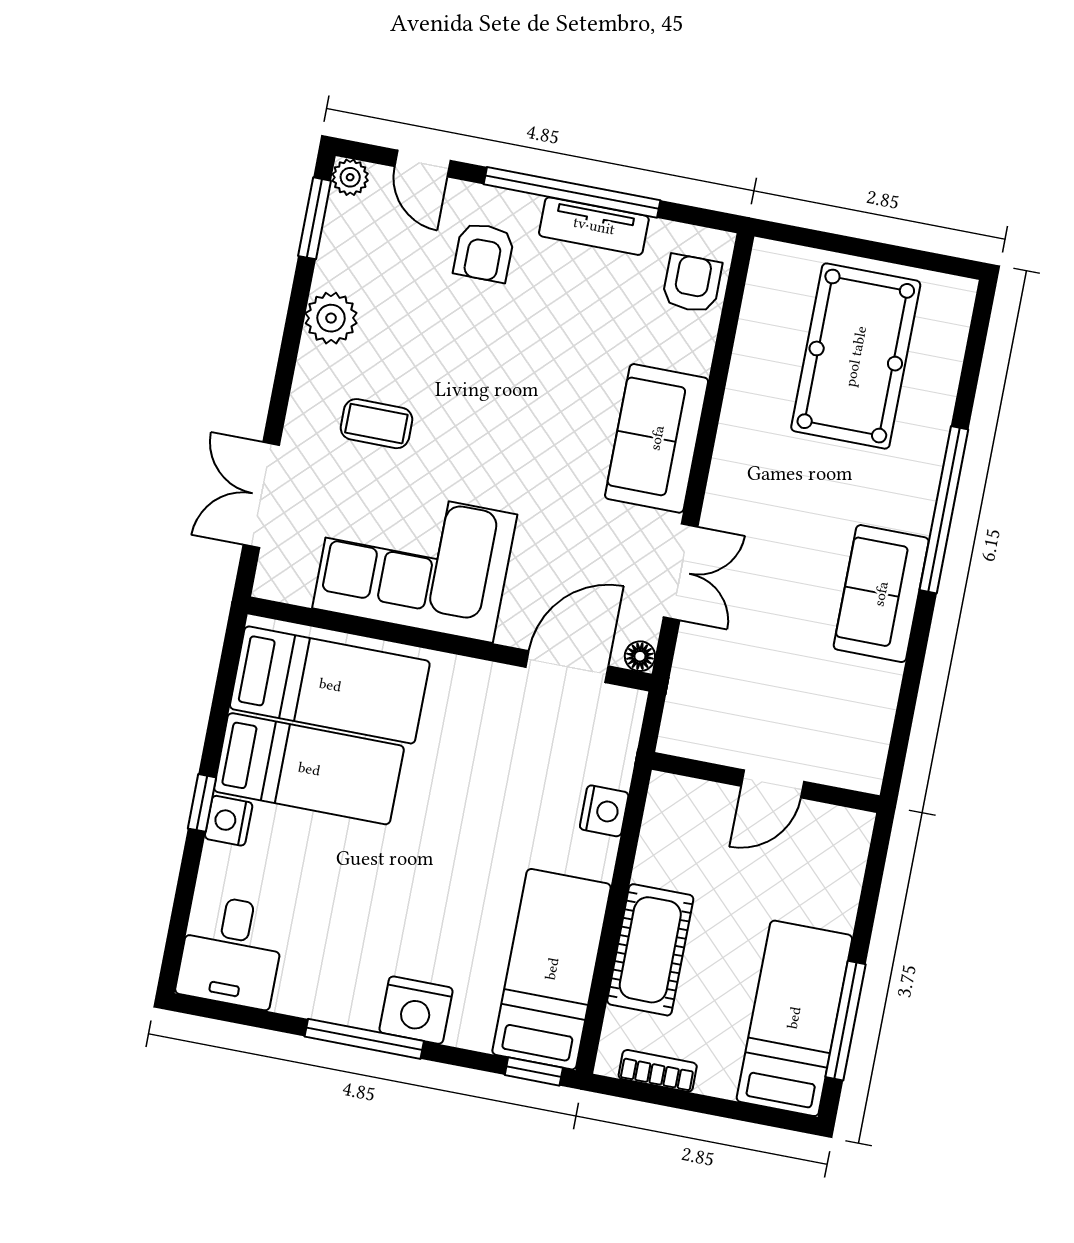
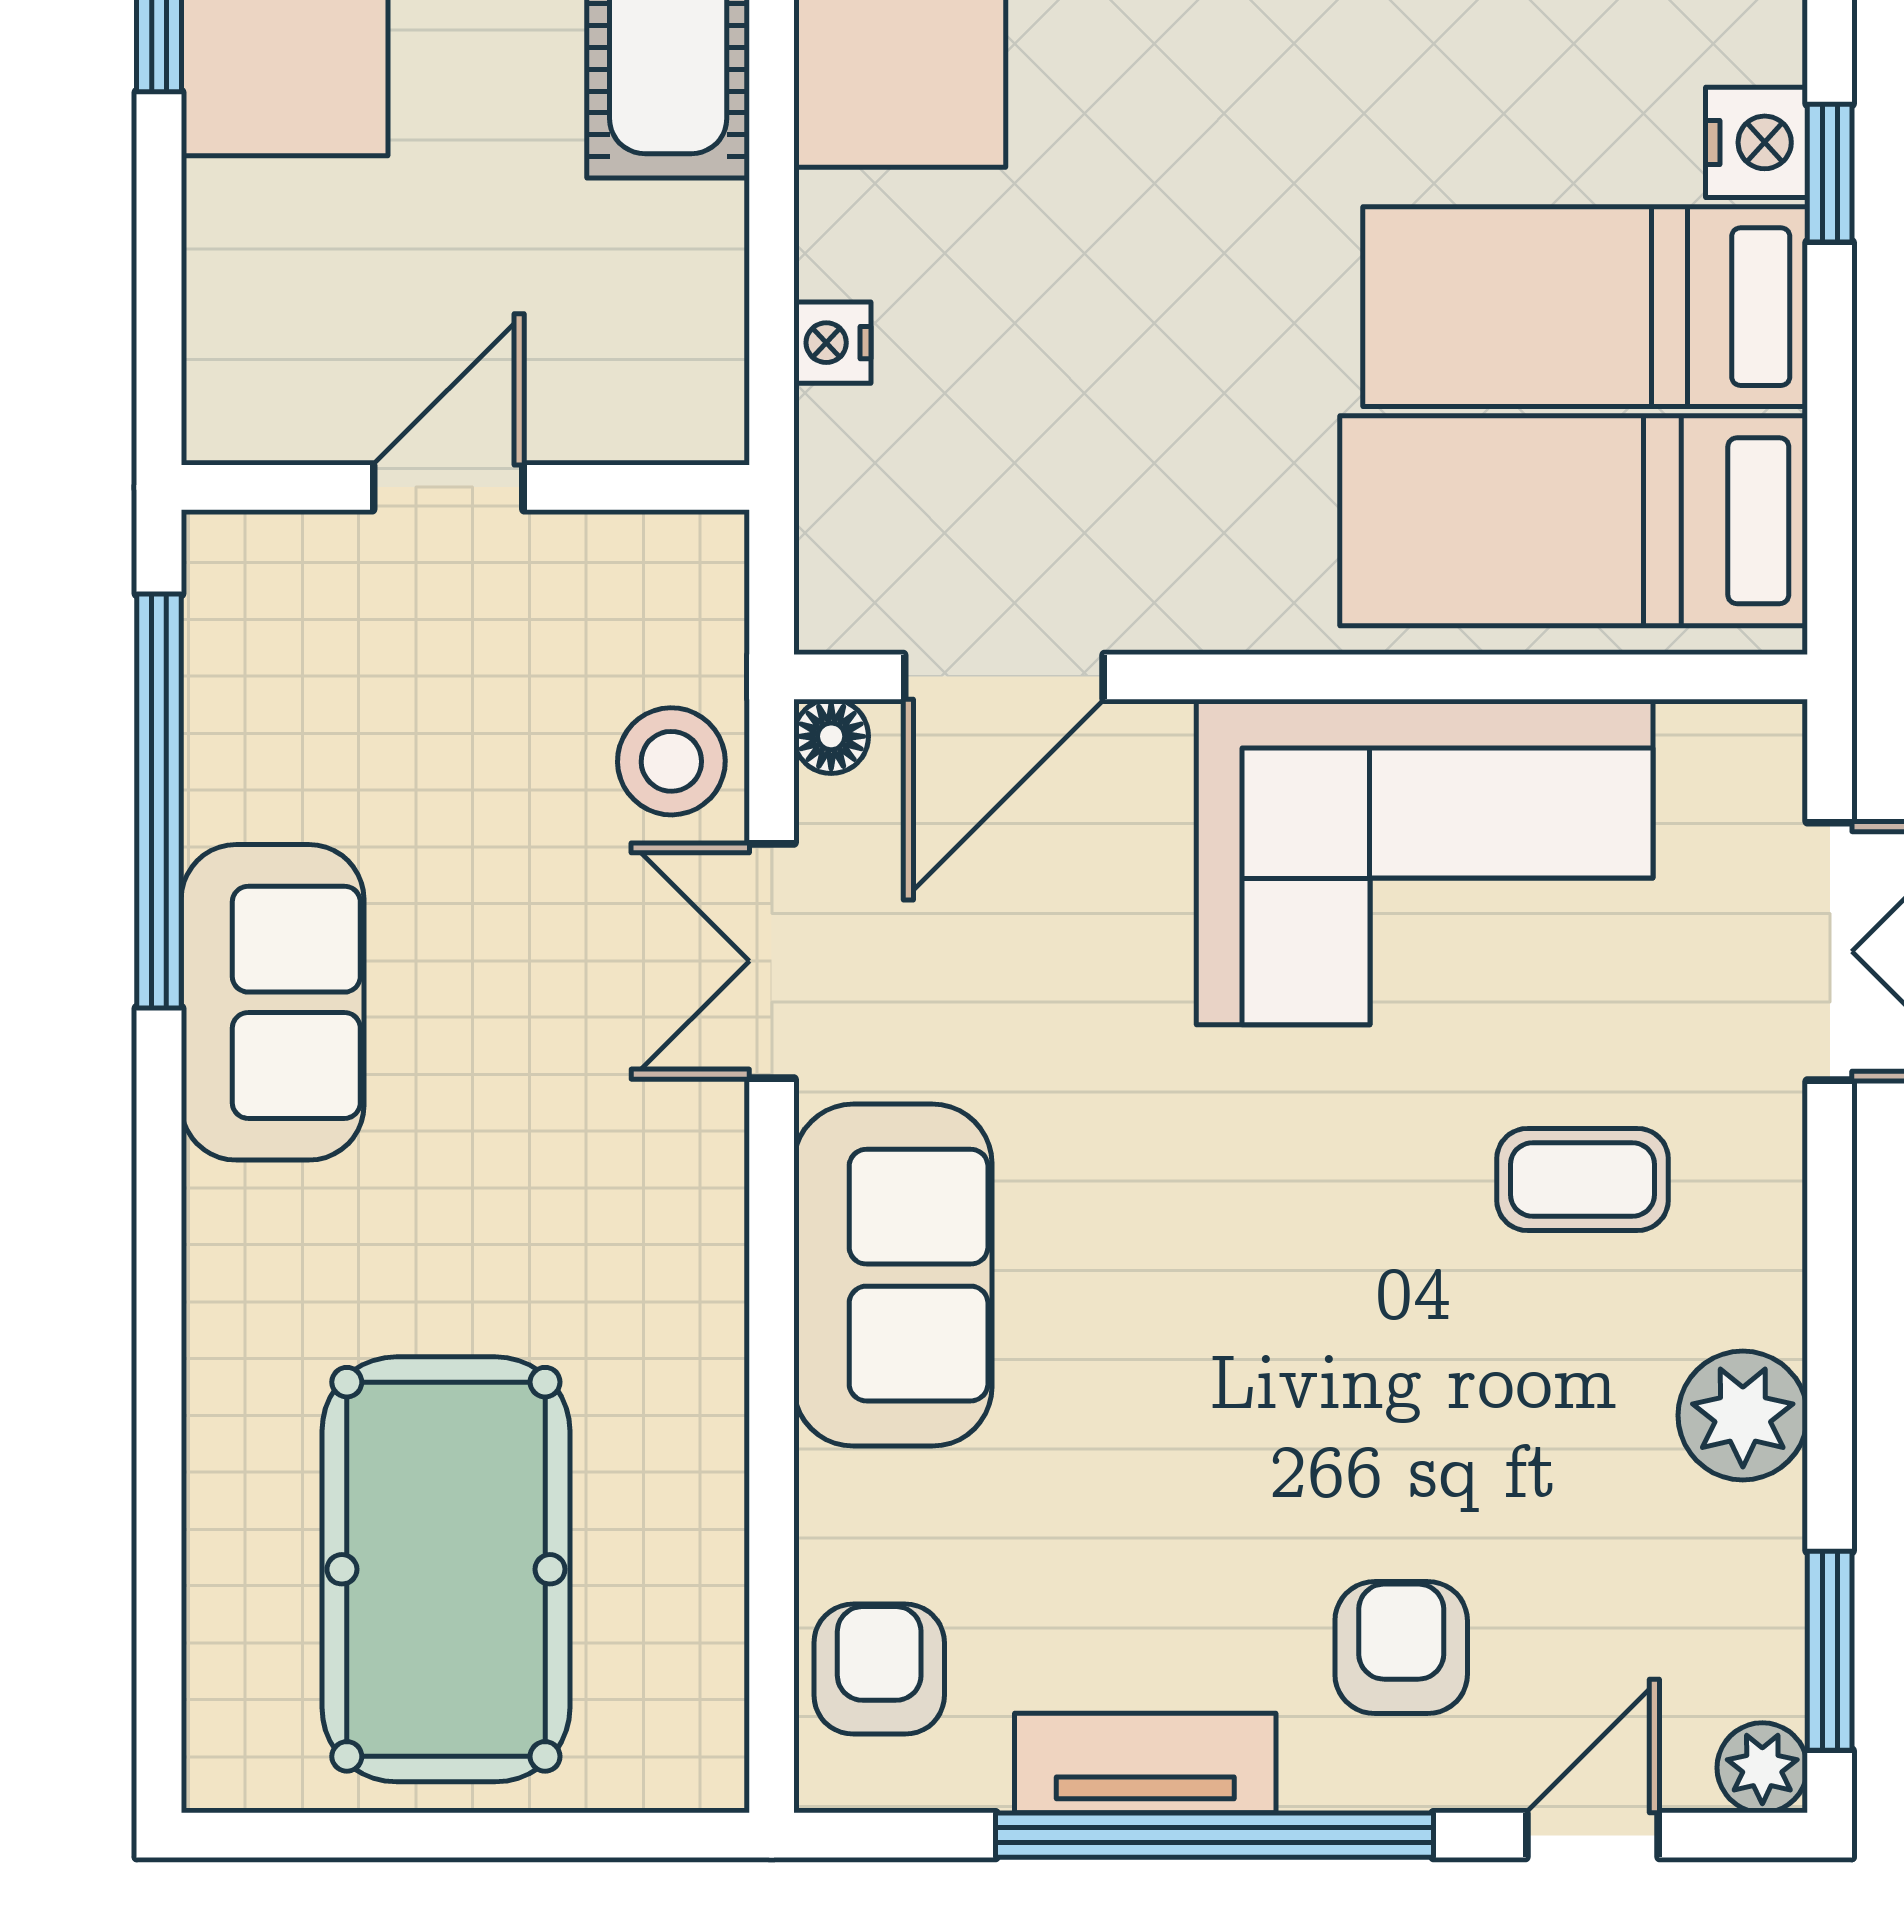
door: (422, 164) -> (1592, 1835), hinge flipped
armchair: (692, 284) -> (879, 1669), turned 180
window: (944, 510) -> (159, 801), moved
stool: (705, 658) -> (671, 761), added
nightstand: (604, 811) -> (832, 343), width x0.72, depth x0.74

